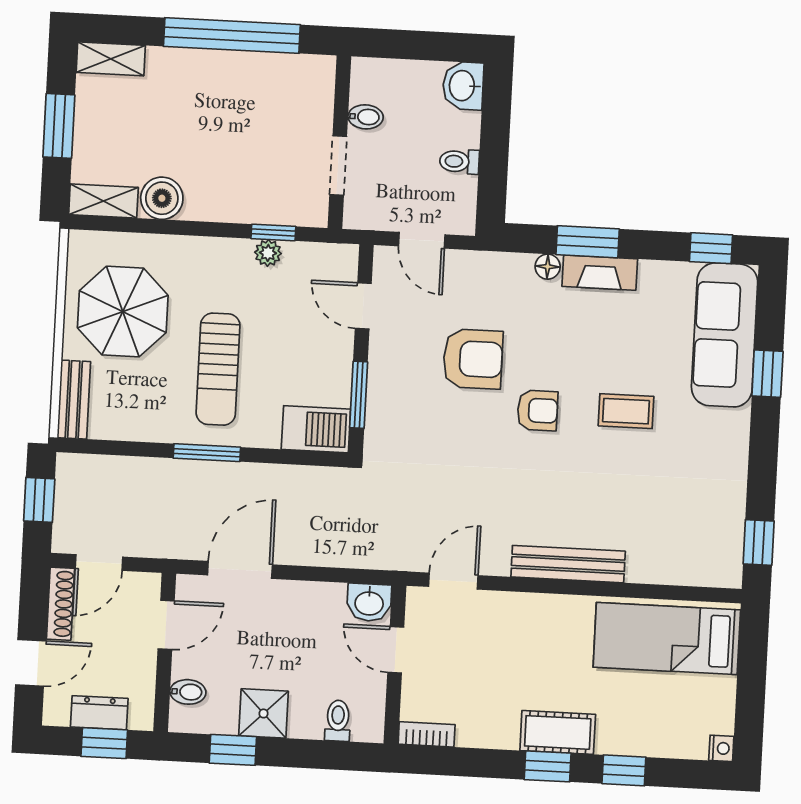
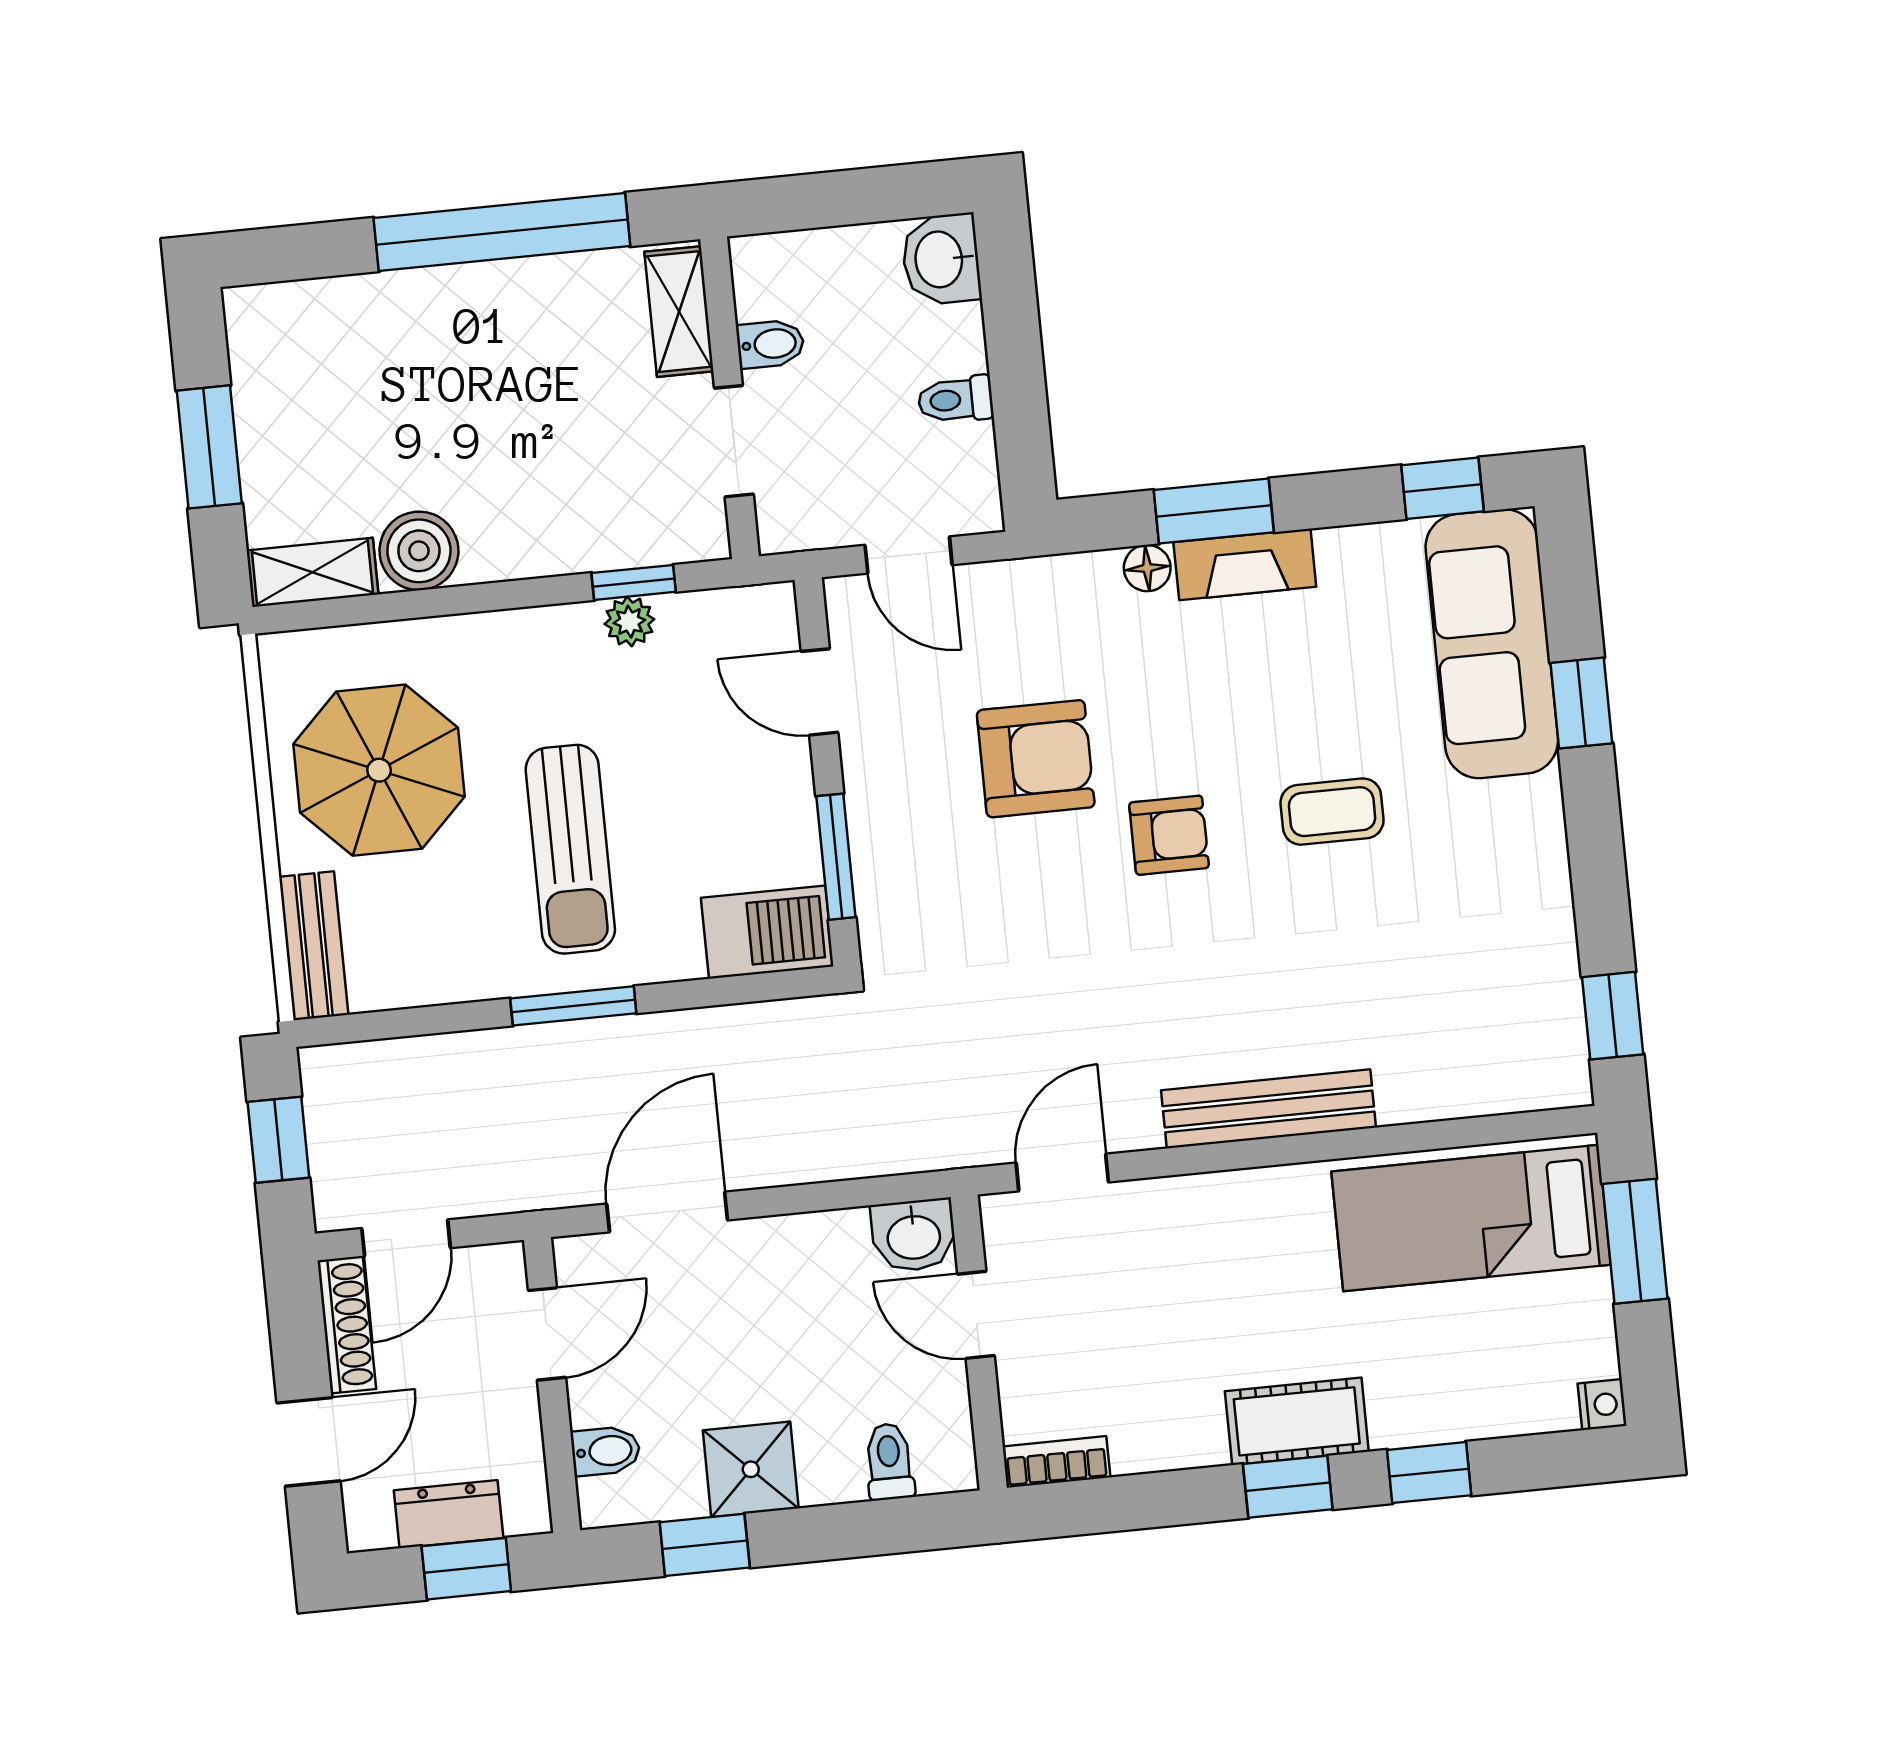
shelving: (111, 59) -> (679, 312), moved, turned 90
window: (752, 664) -> (1635, 1241), added

